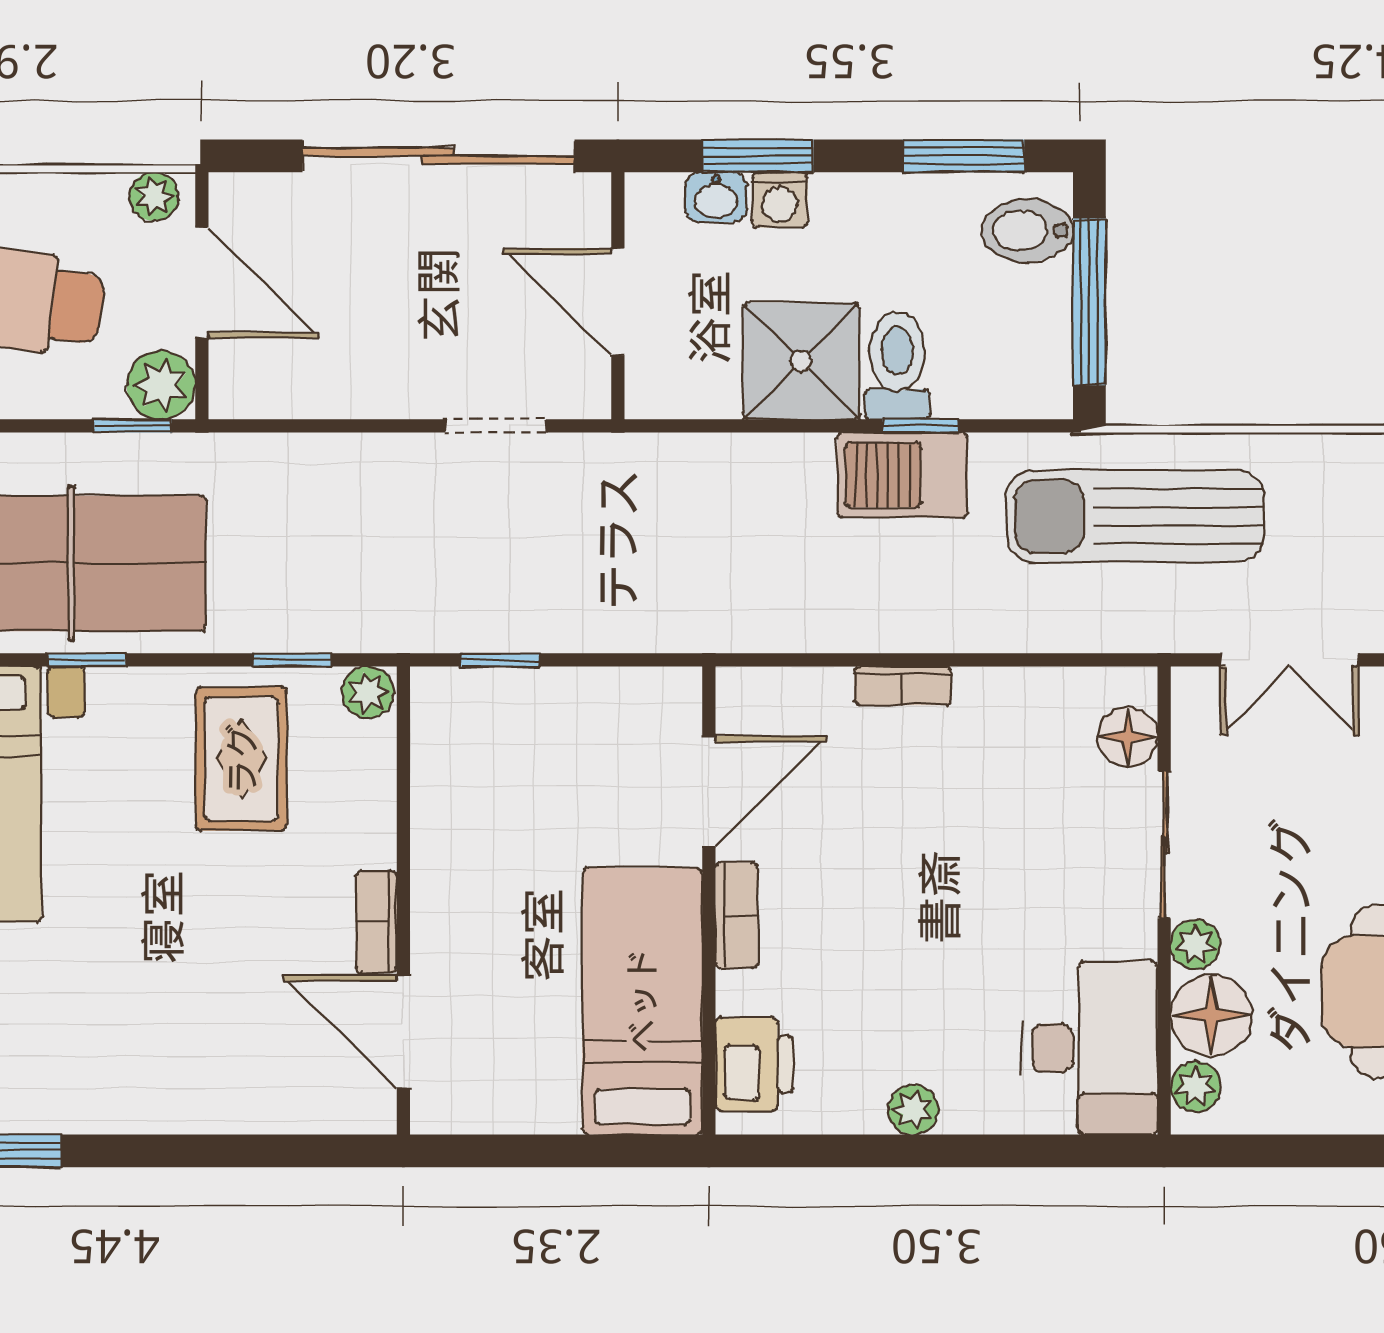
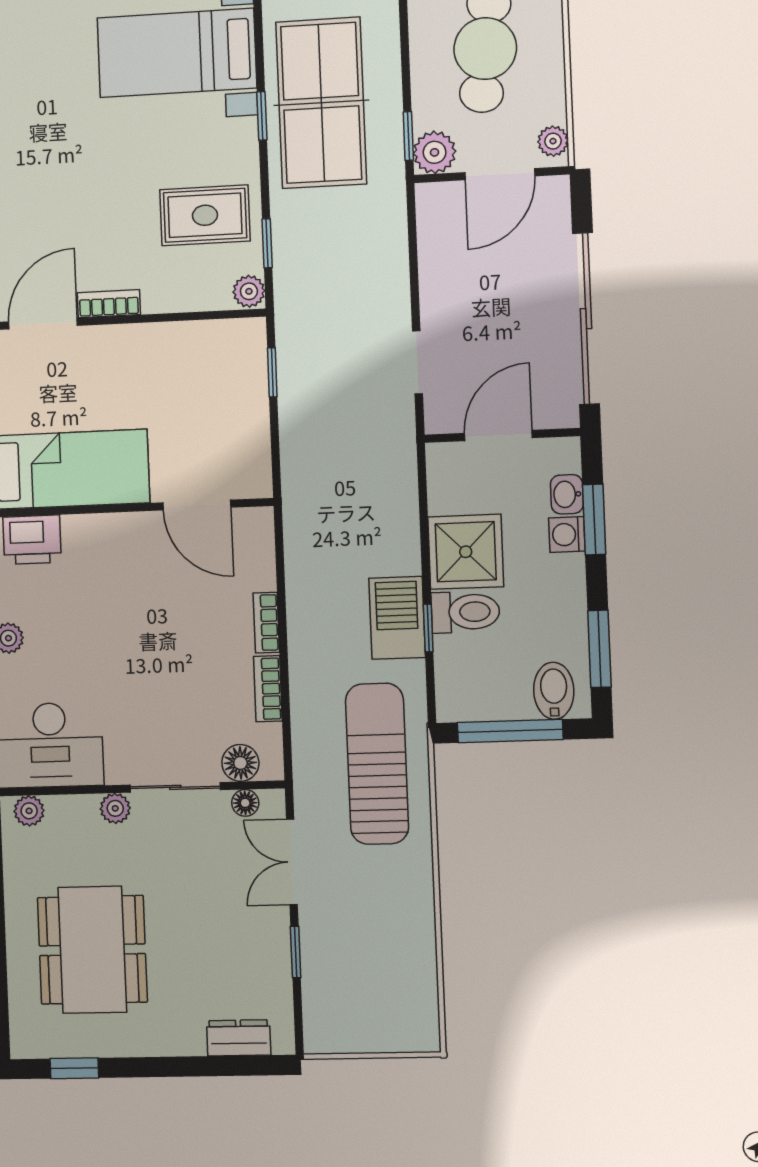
bookcase: (737, 915) -> (268, 689), moved, turned 90
floor lamp: (1212, 1015) -> (245, 803), moved, width x0.53, depth x0.53

